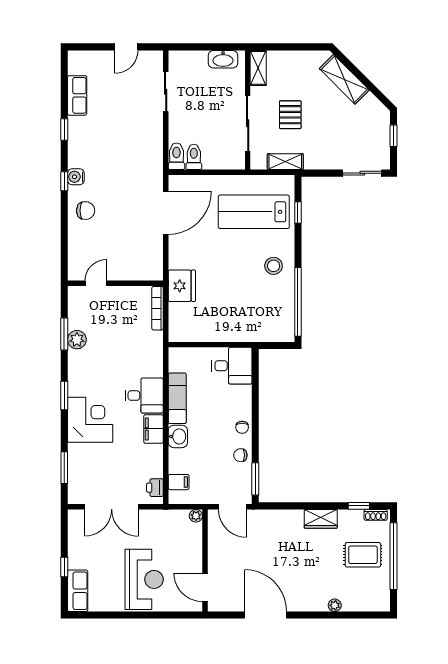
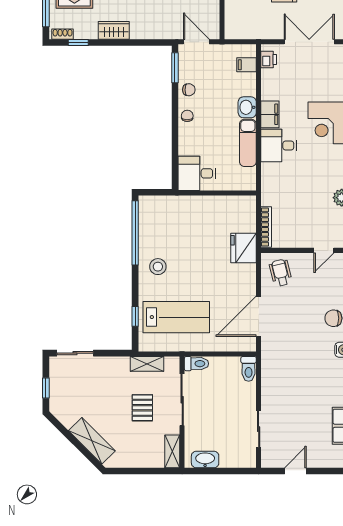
toilet: (194, 157) -> (196, 364), moved, turned -90
wheelchair: (142, 259) -> (281, 273), added
plant: (196, 516) -> (230, 33), removed

